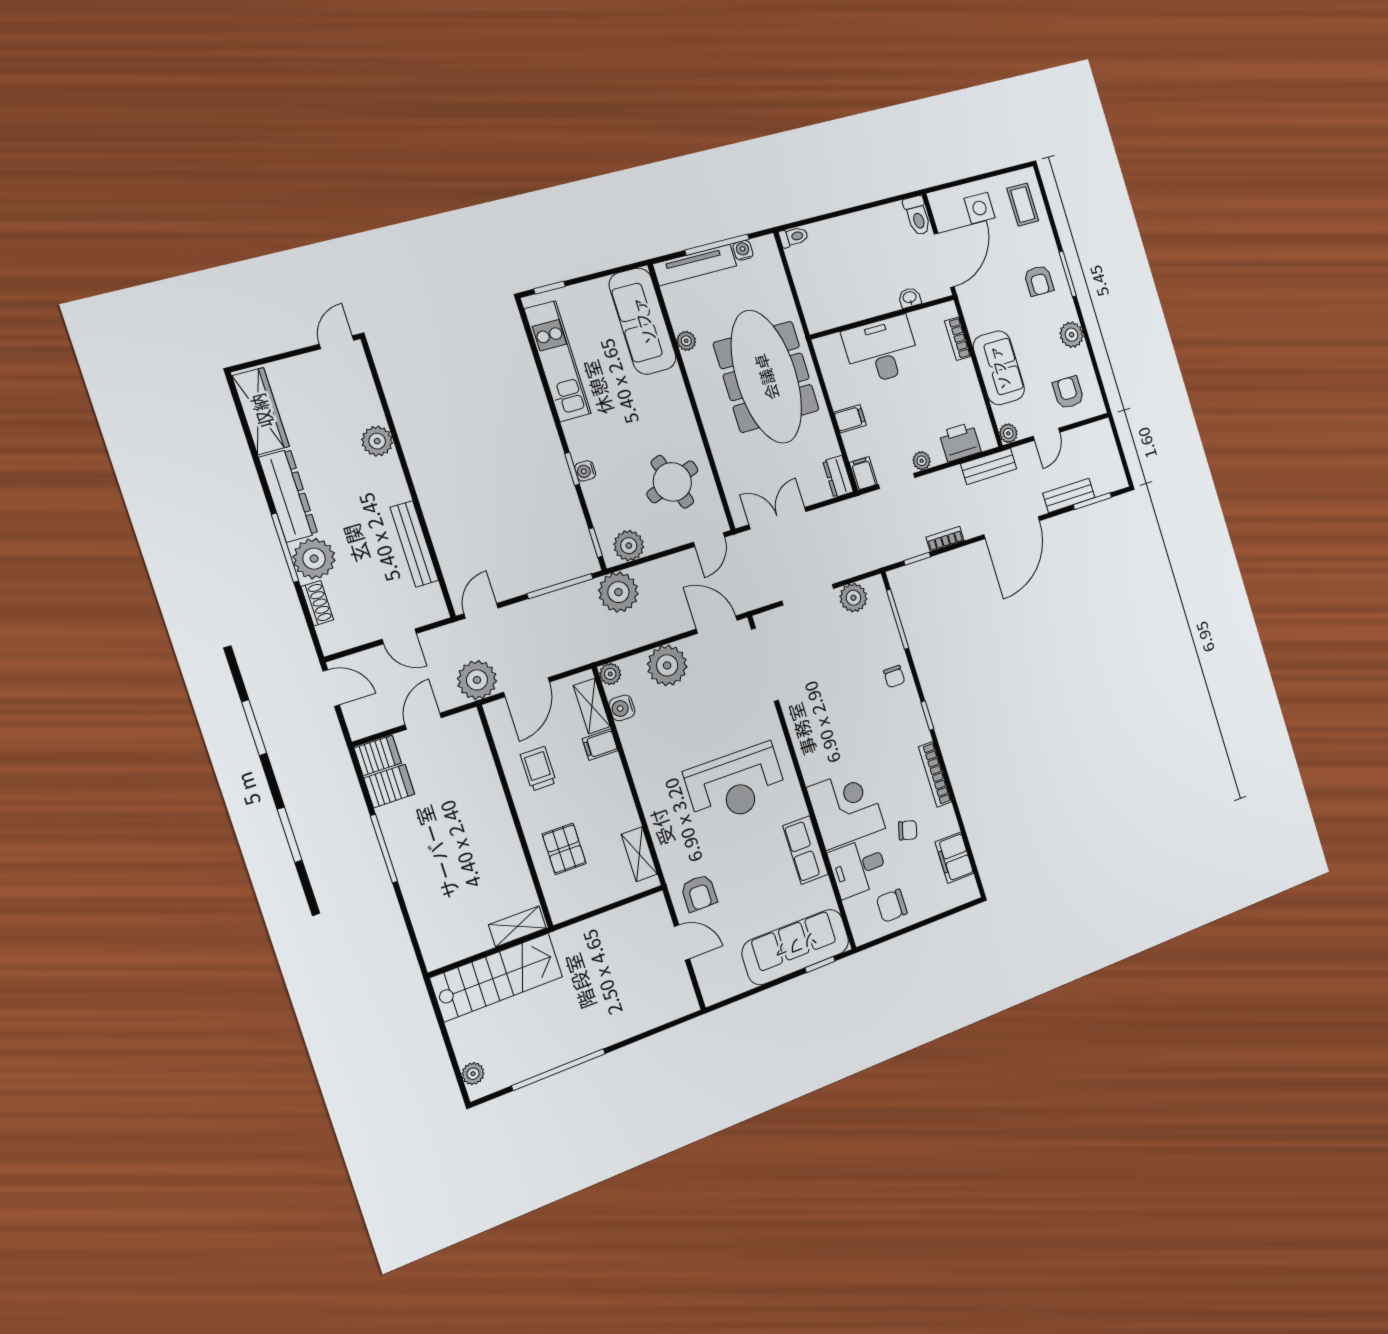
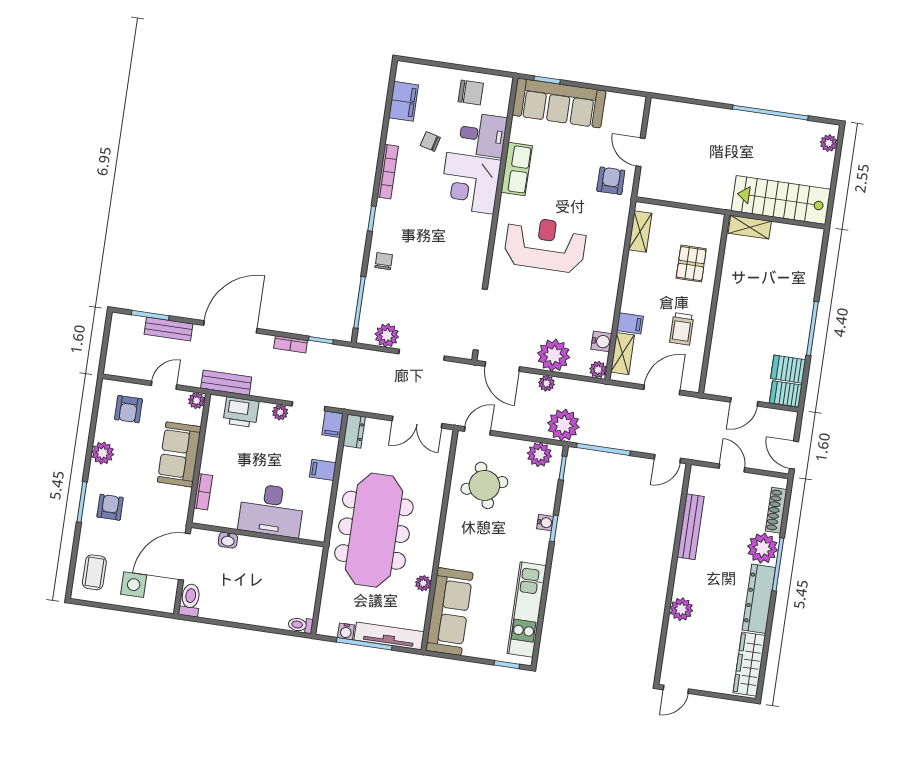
shoe rack: (317, 603) -> (776, 510), width x1.43
plant: (477, 680) -> (547, 383), moved, width x0.53, depth x0.53

